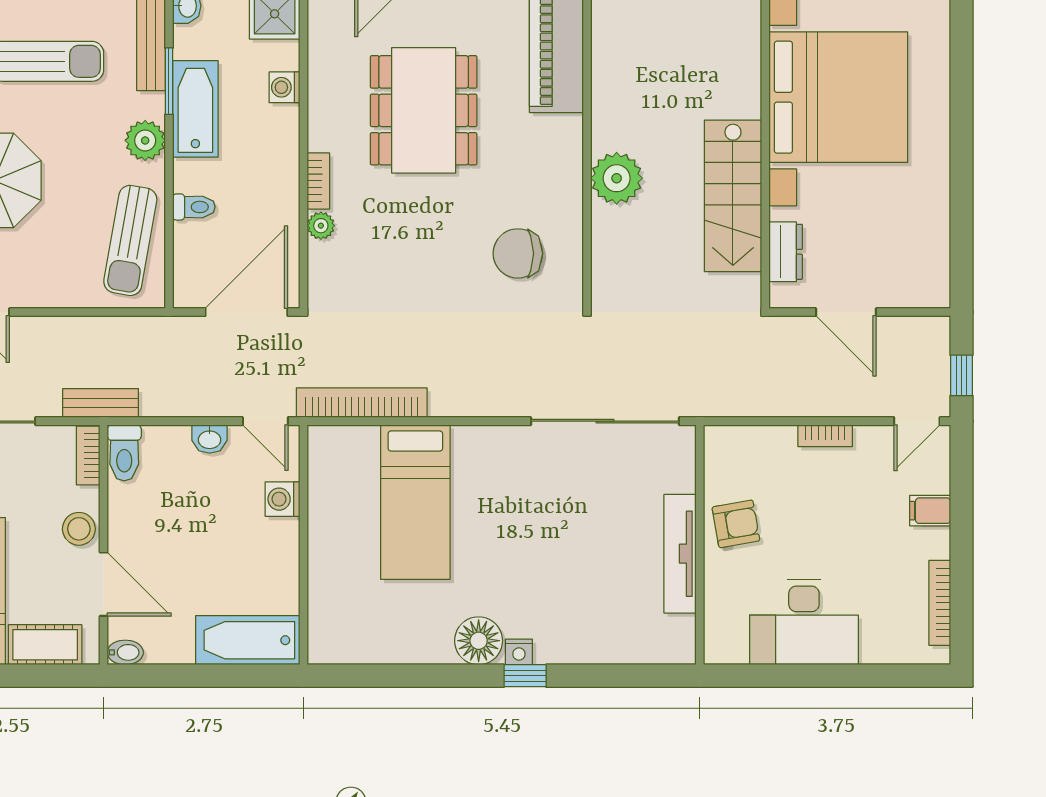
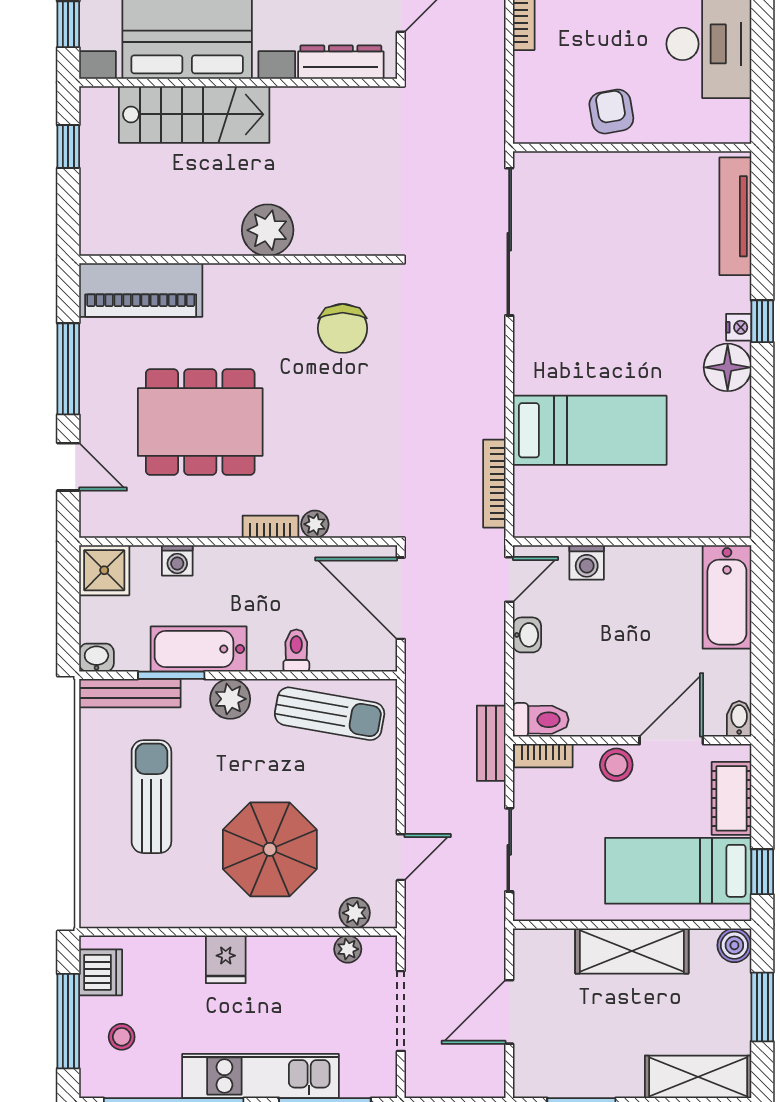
stairs: (733, 196) -> (194, 114), moved
dresser: (786, 252) -> (341, 62), width x1.44
bookcase: (362, 403) -> (494, 484), width x0.68, depth x0.76
tv unit: (680, 554) -> (735, 216), moved, turned 90

